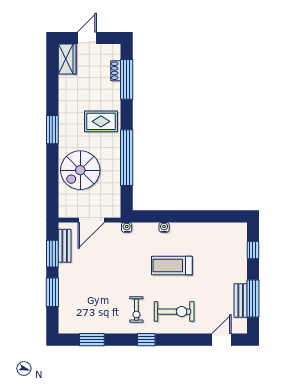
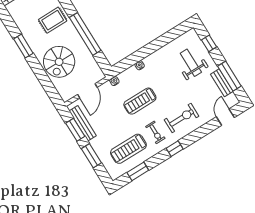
bench: (65, 246) -> (83, 123), width x1.36
weight bench: (221, 258) -> (191, 63), added
treadmill: (172, 266) -> (140, 101), moved
treadmill: (97, 309) -> (128, 149), added

